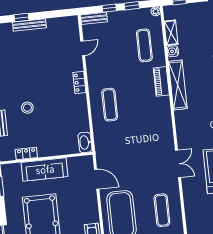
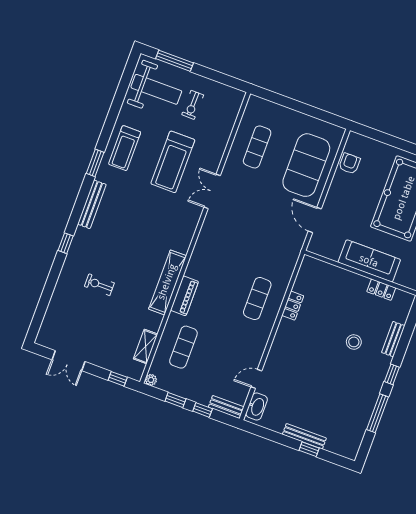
water cooler: (173, 51) -> (154, 324), removed
locker: (79, 82) -> (293, 306), moved
washbasin: (85, 142) -> (257, 406), moved

